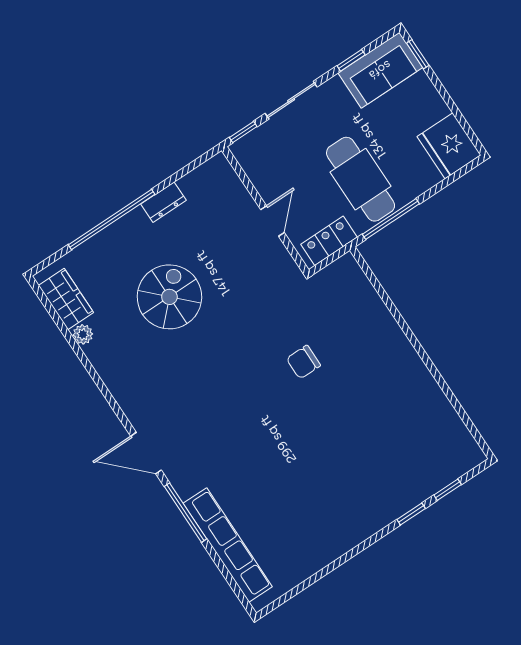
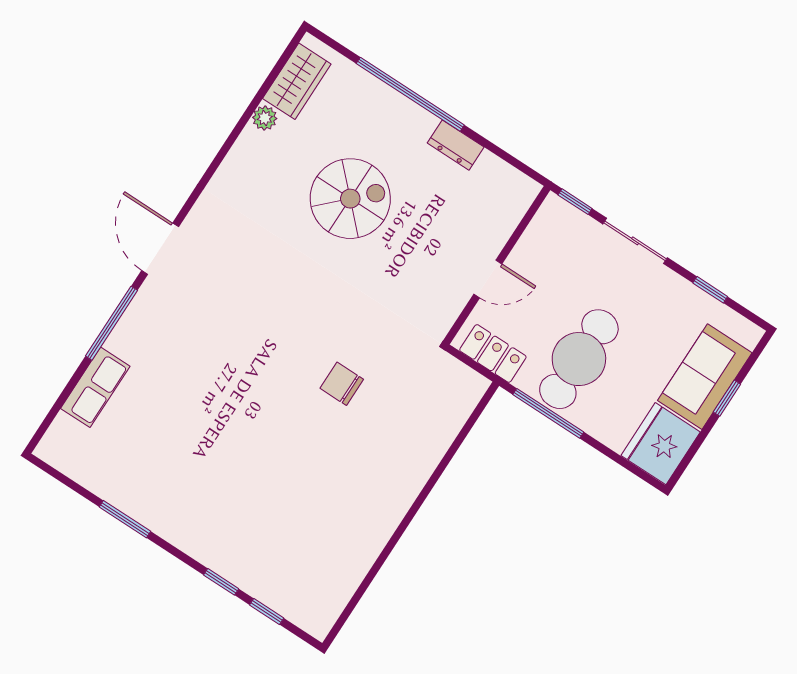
window: (418, 54) -> (727, 398), moved
sofa: (380, 70) -> (705, 377), moved, turned 90
row of seats: (228, 545) -> (95, 387), width x0.50
window: (334, 565) -> (125, 519), added

